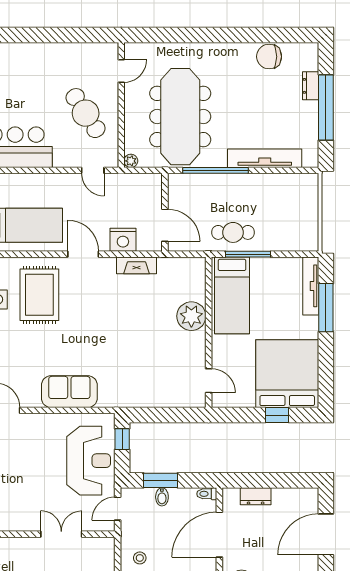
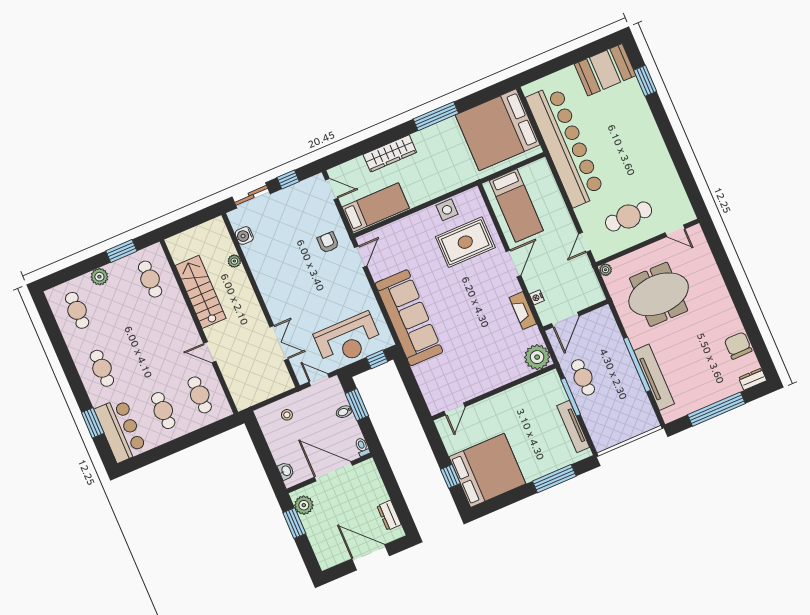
dresser: (311, 86) -> (753, 379), moved
cafe table: (86, 113) -> (629, 216), turned 33
meeting table: (180, 117) -> (659, 294), width x0.73
window: (215, 170) -> (637, 364), moved
nightstand: (123, 240) -> (537, 297), width x0.53, depth x0.56
tv unit: (311, 286) -> (573, 427), moved, turned -90
bed: (232, 295) -> (532, 398), removed
plant: (191, 316) -> (537, 357), moved
sofa: (69, 392) -> (409, 318), width x1.85, depth x1.27
dresser: (256, 496) -> (389, 515), moved

